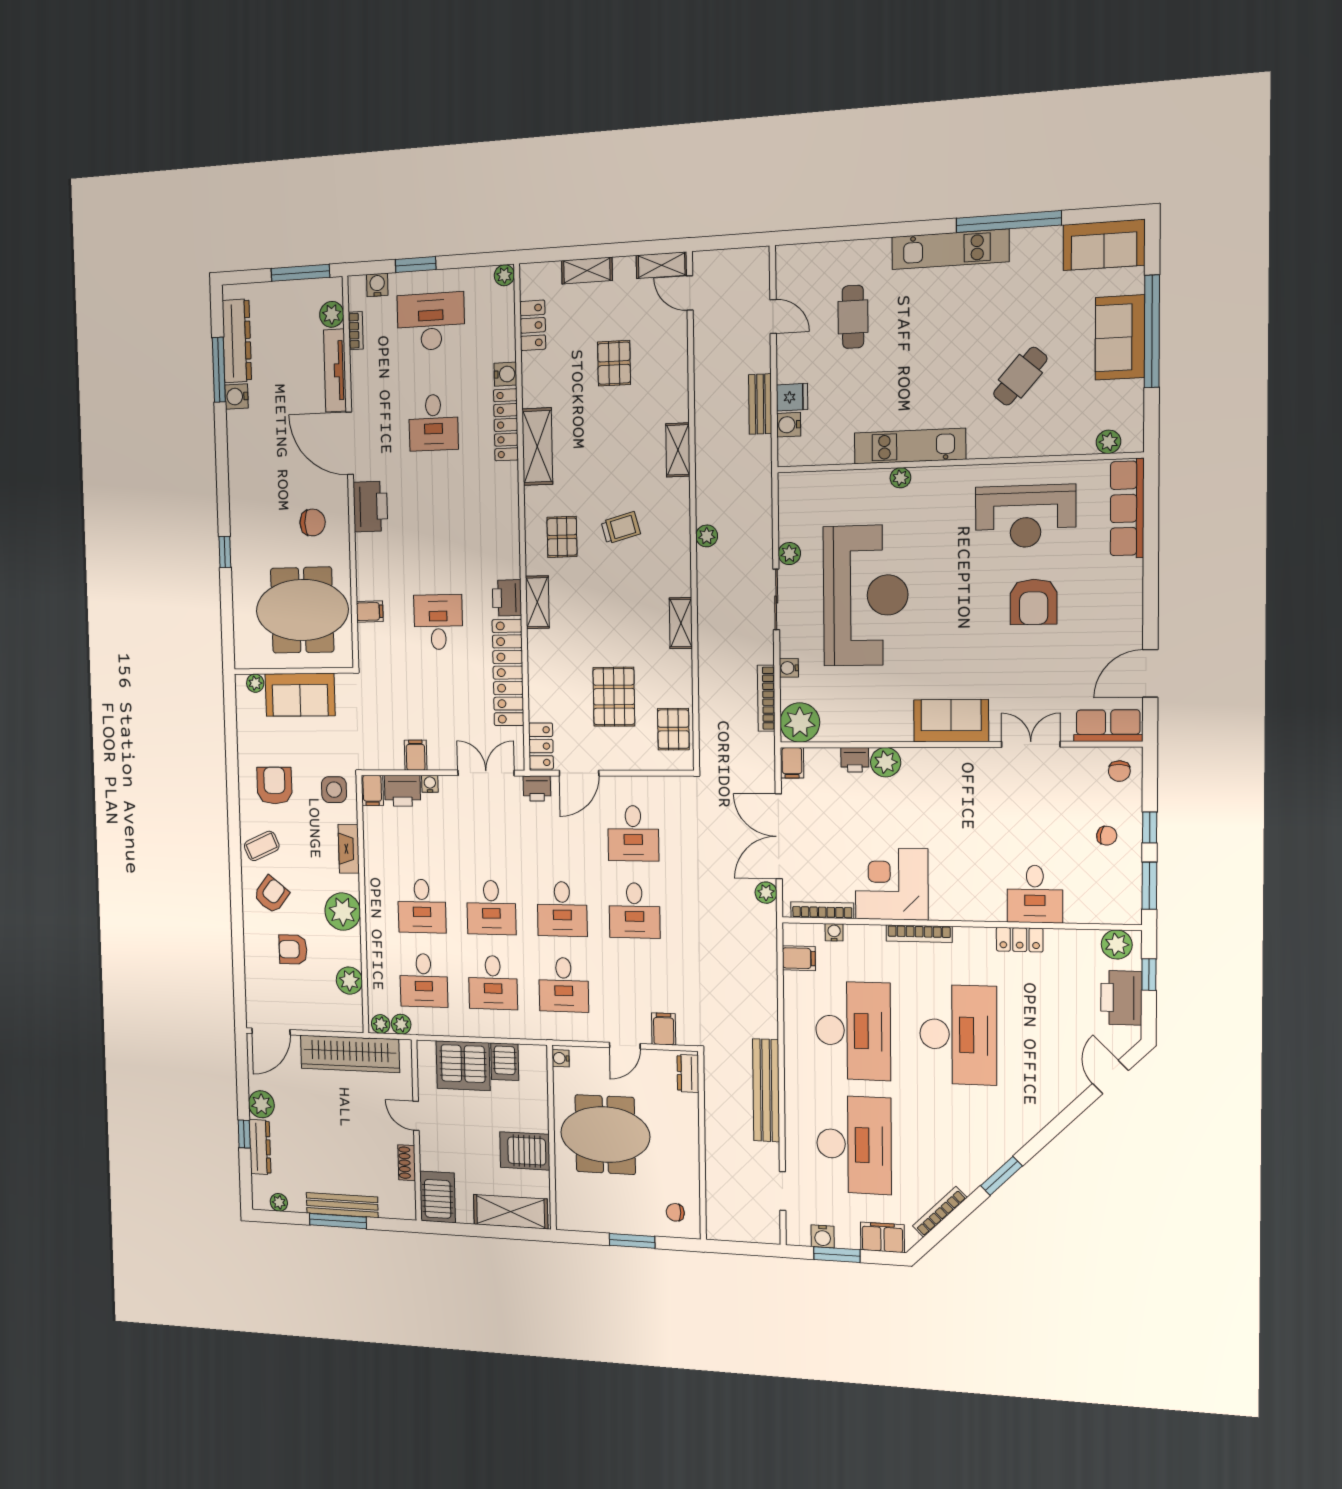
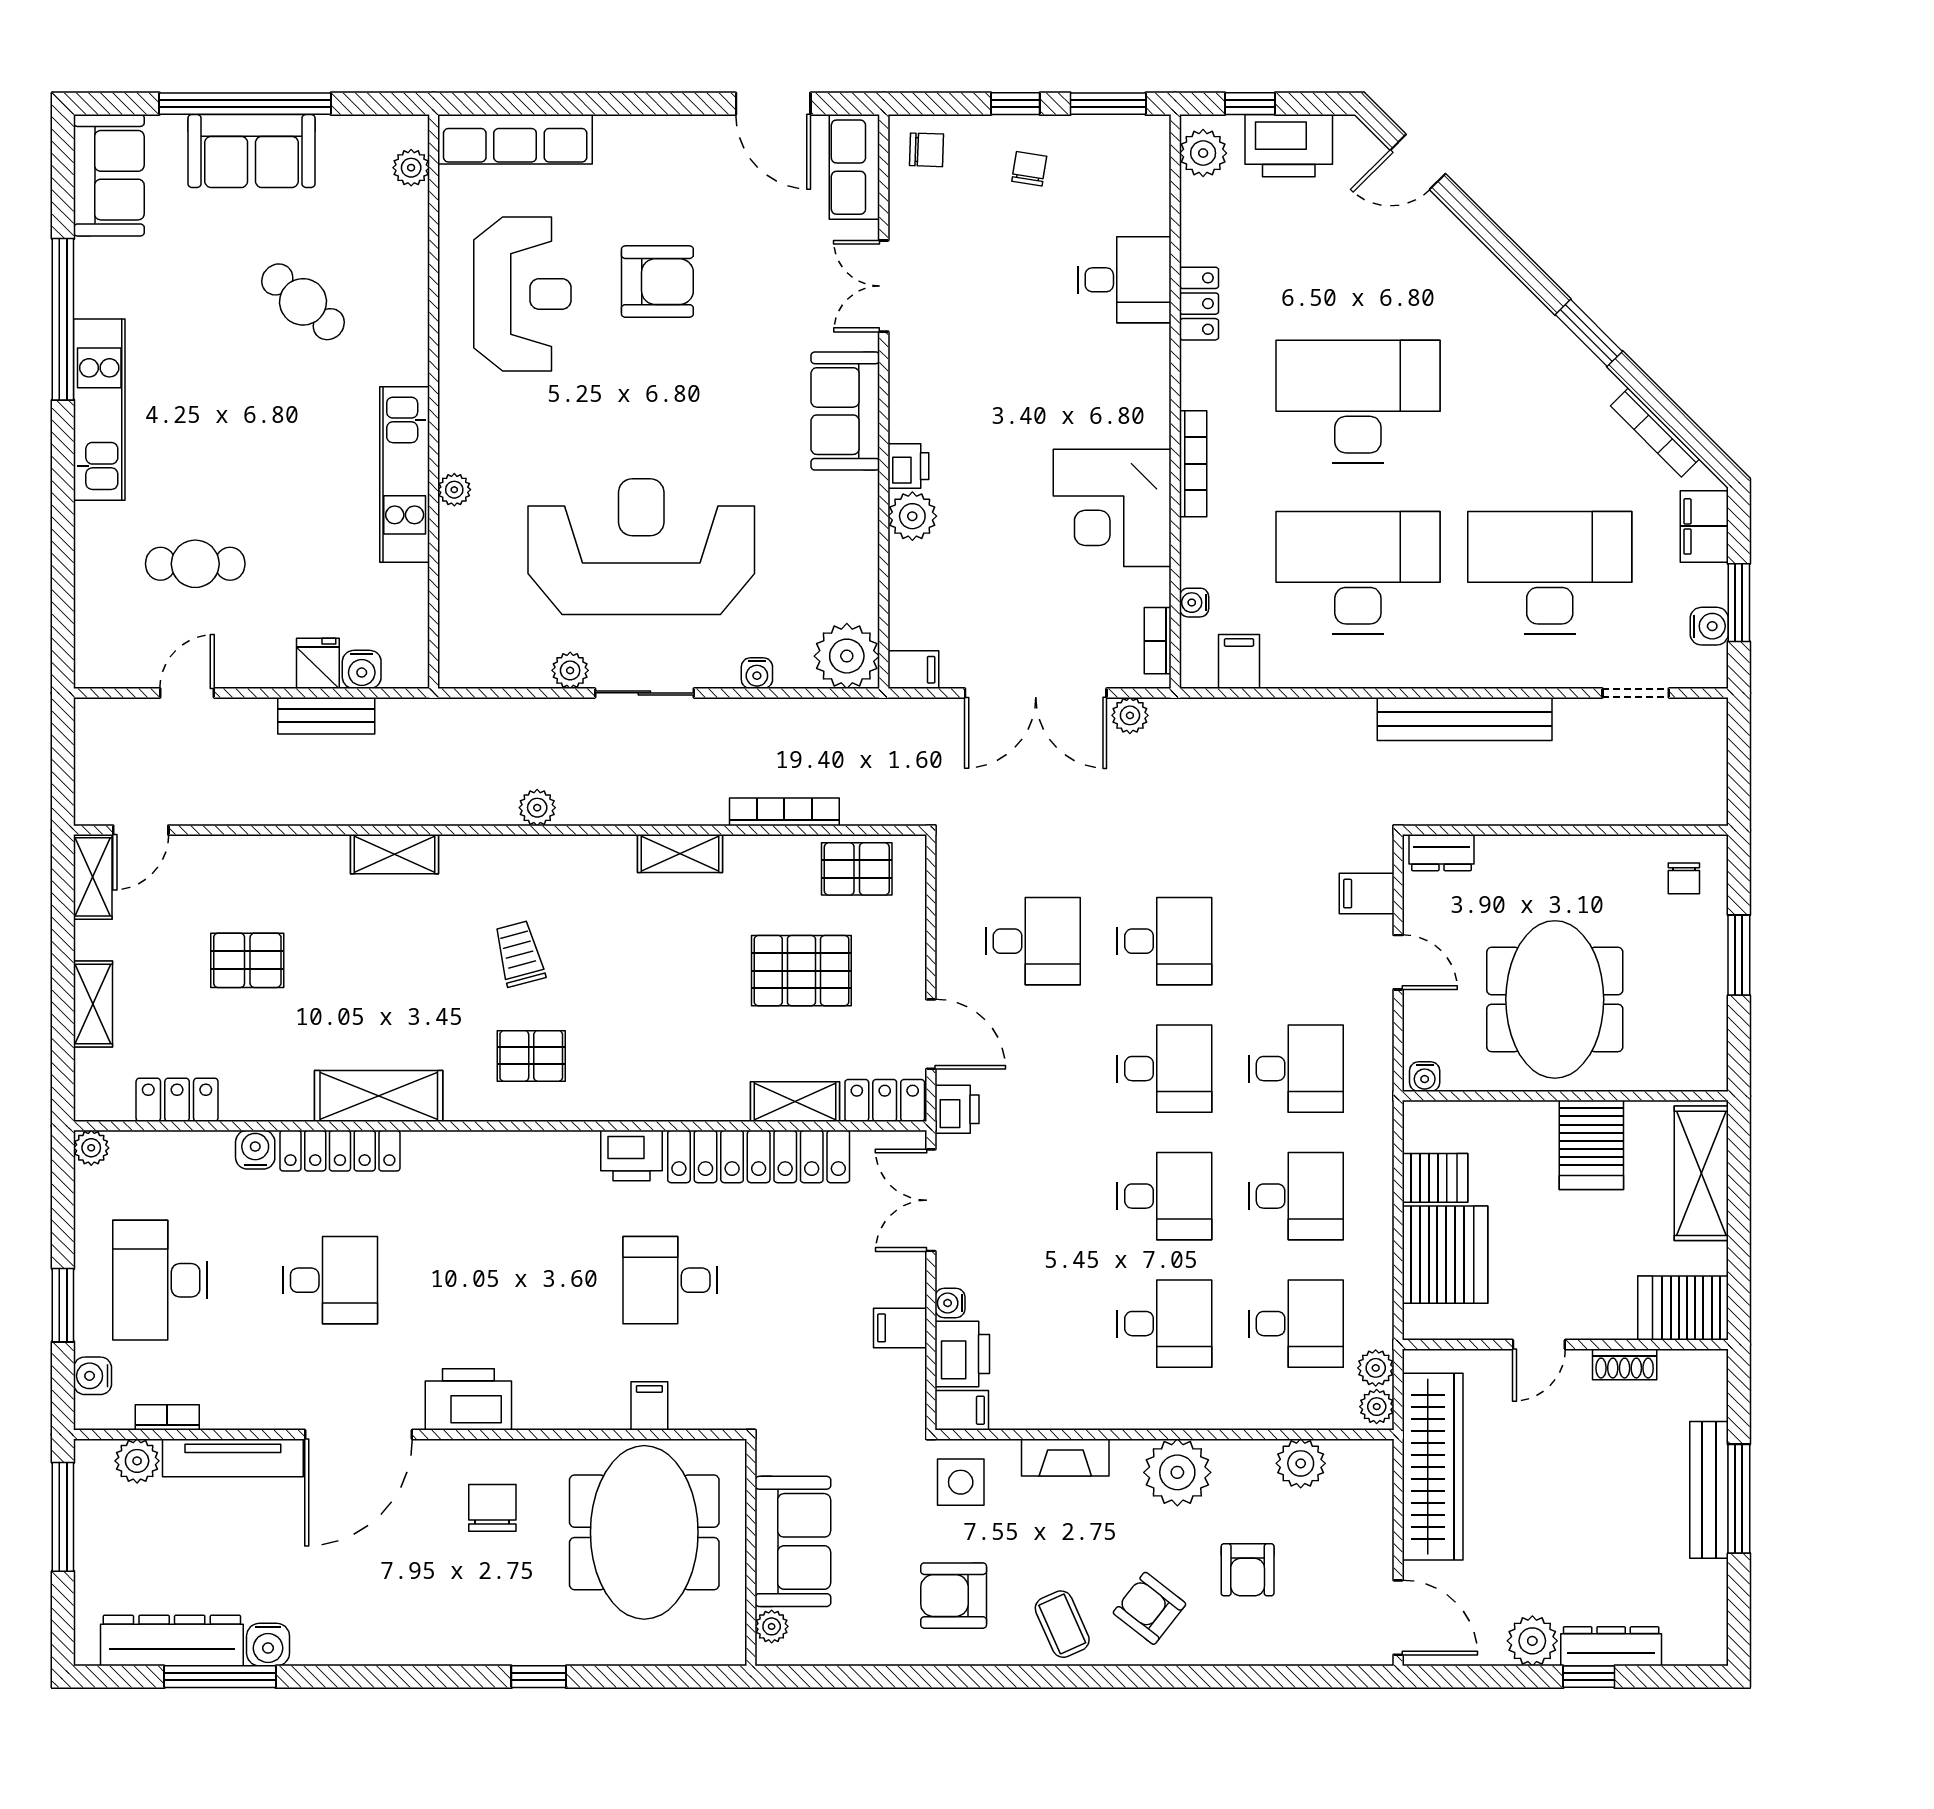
shelving: (537, 602) -> (795, 1102), moved
bookcase: (766, 698) -> (784, 812), moved, turned 180
printer: (855, 760) -> (908, 466), moved
bookcase: (822, 910) -> (1158, 641), width x0.64
plant: (279, 1202) -> (1712, 1613), removed

